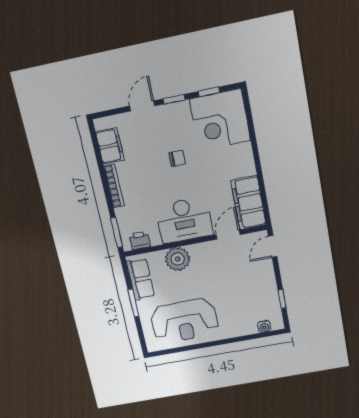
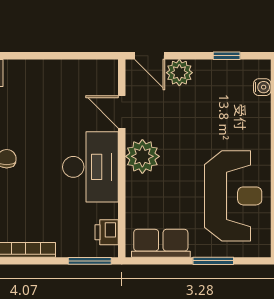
filing cabinet: (248, 203) -> (84, 77), removed
plant: (178, 259) -> (142, 156), moved
plant: (264, 269) -> (179, 73), added
window: (133, 303) -> (213, 261), moved

